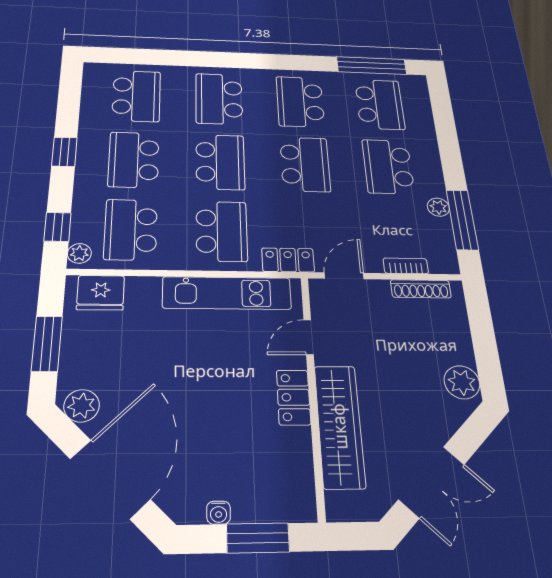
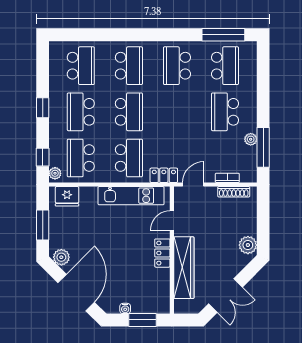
school desk: (219, 99) -> (129, 66), turned 180
school desk: (305, 164) -> (177, 112), removed

